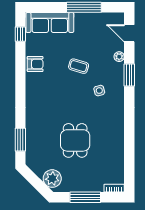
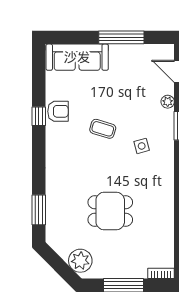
window: (20, 34) -> (39, 116), moved
coffee table: (79, 66) -> (103, 129), moved
dining table: (75, 140) -> (110, 211), turned 90

